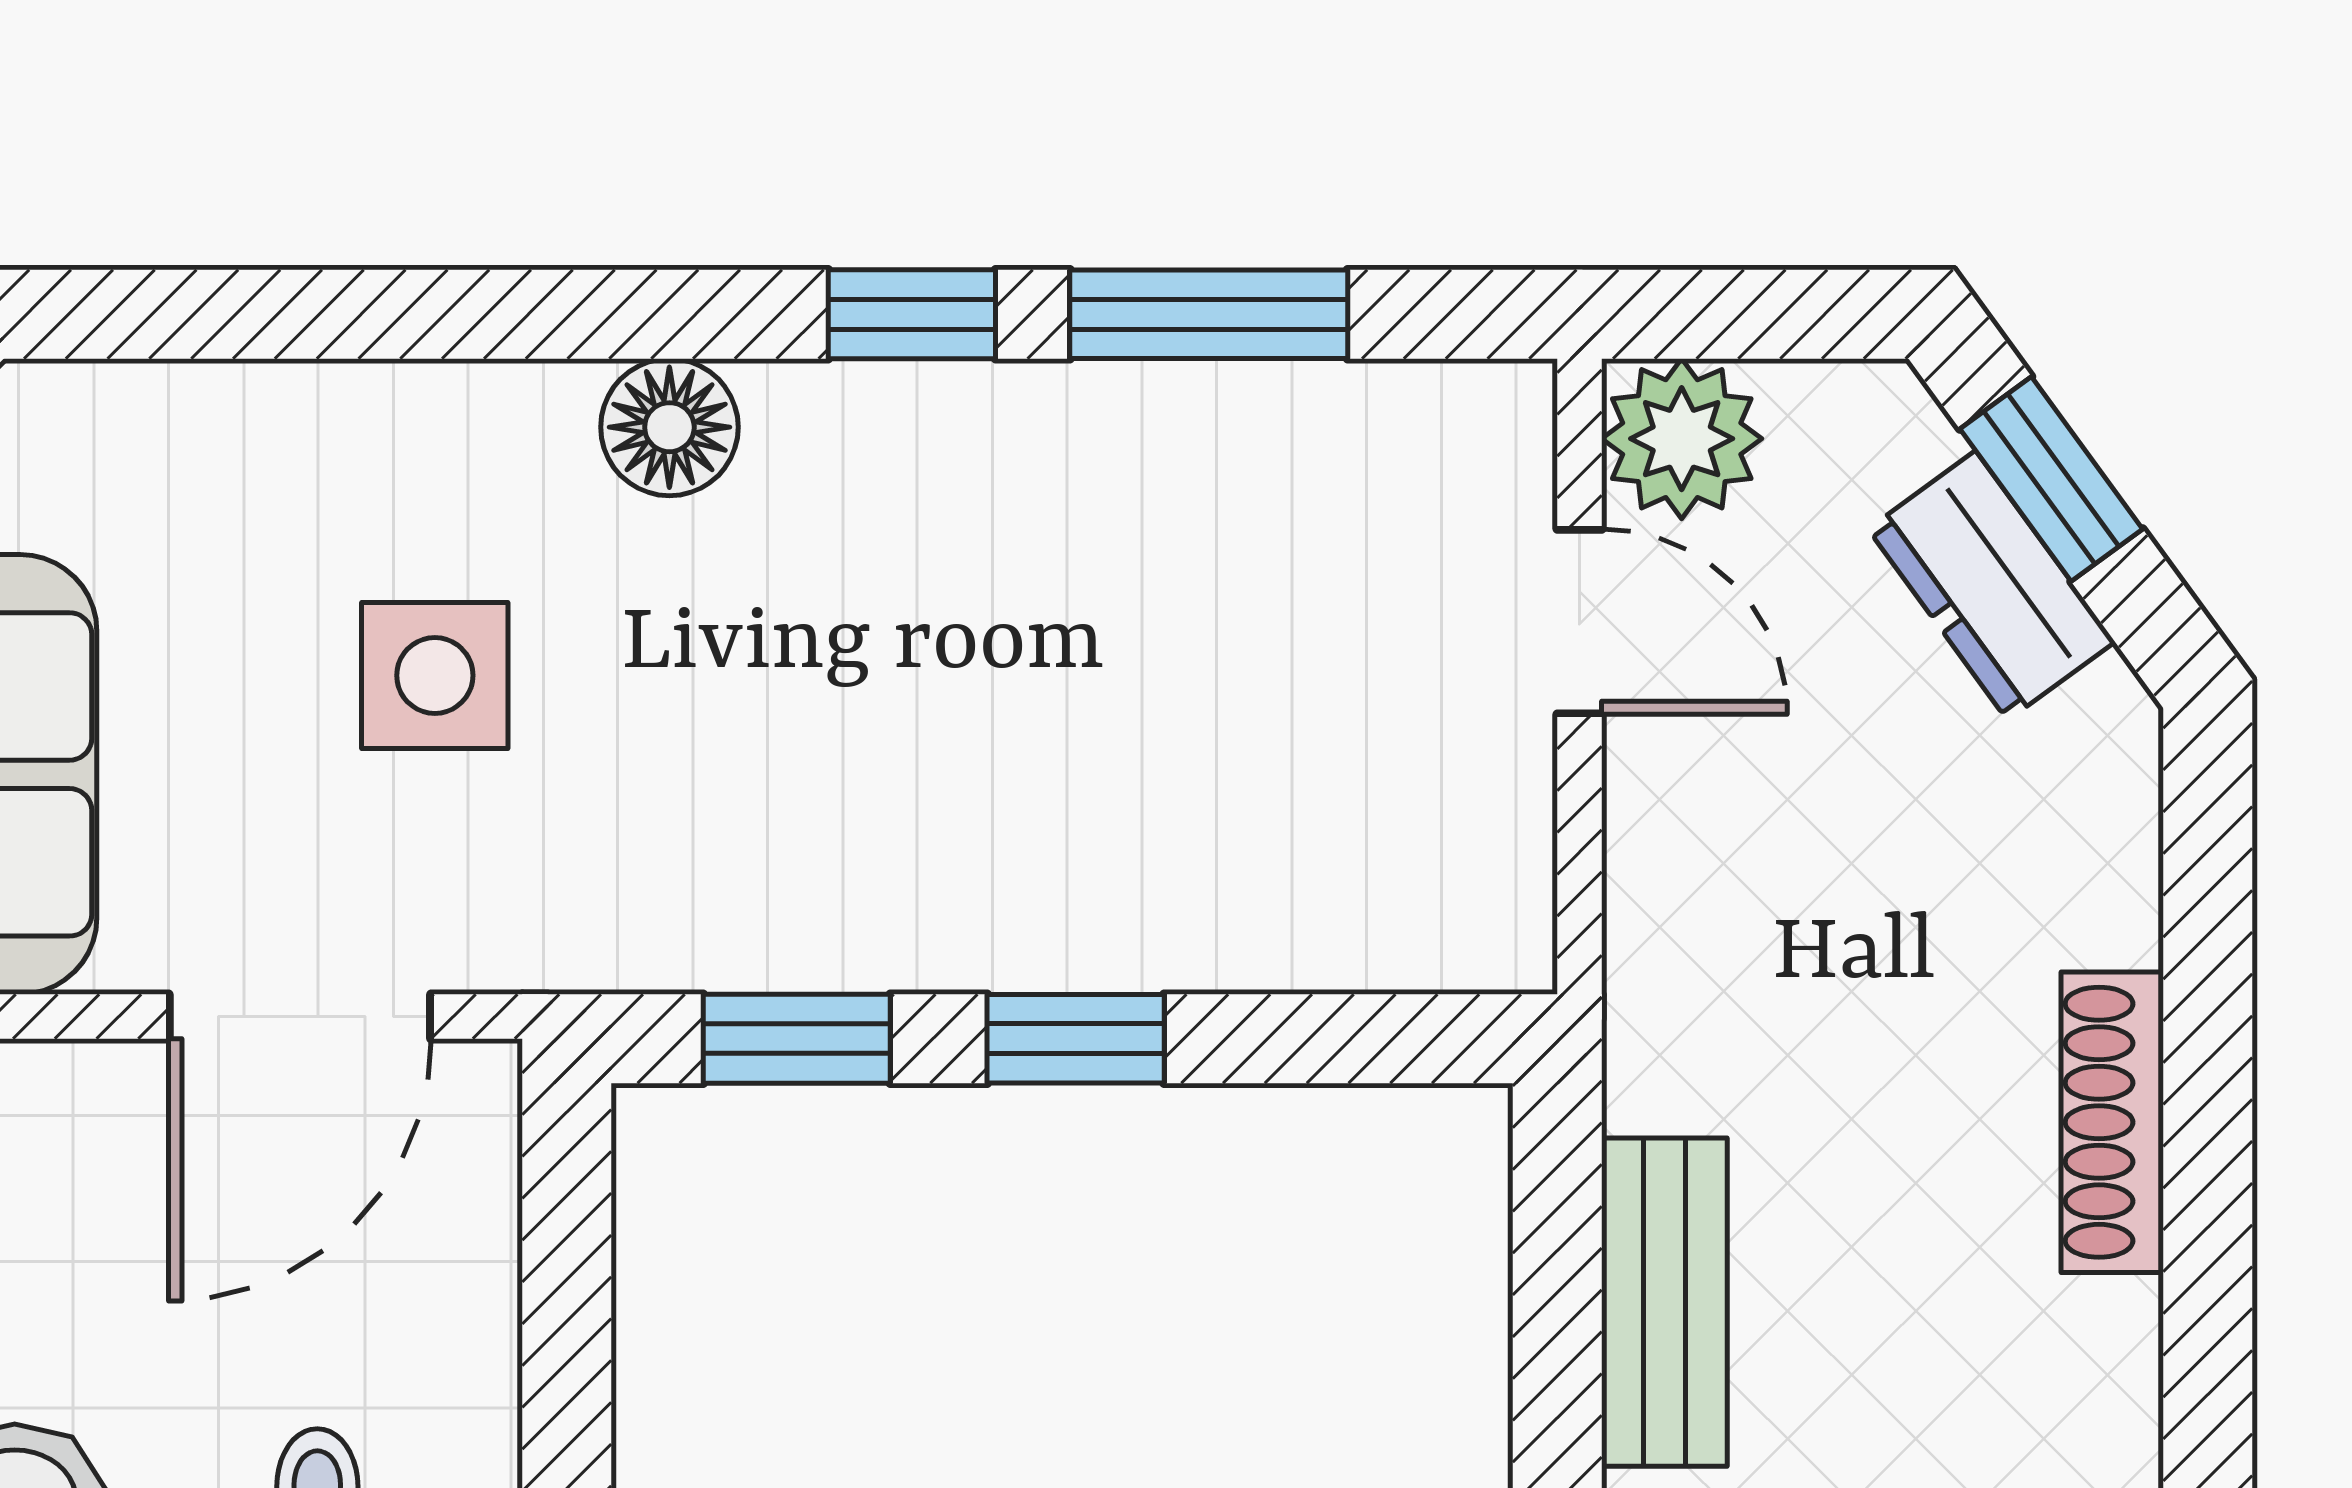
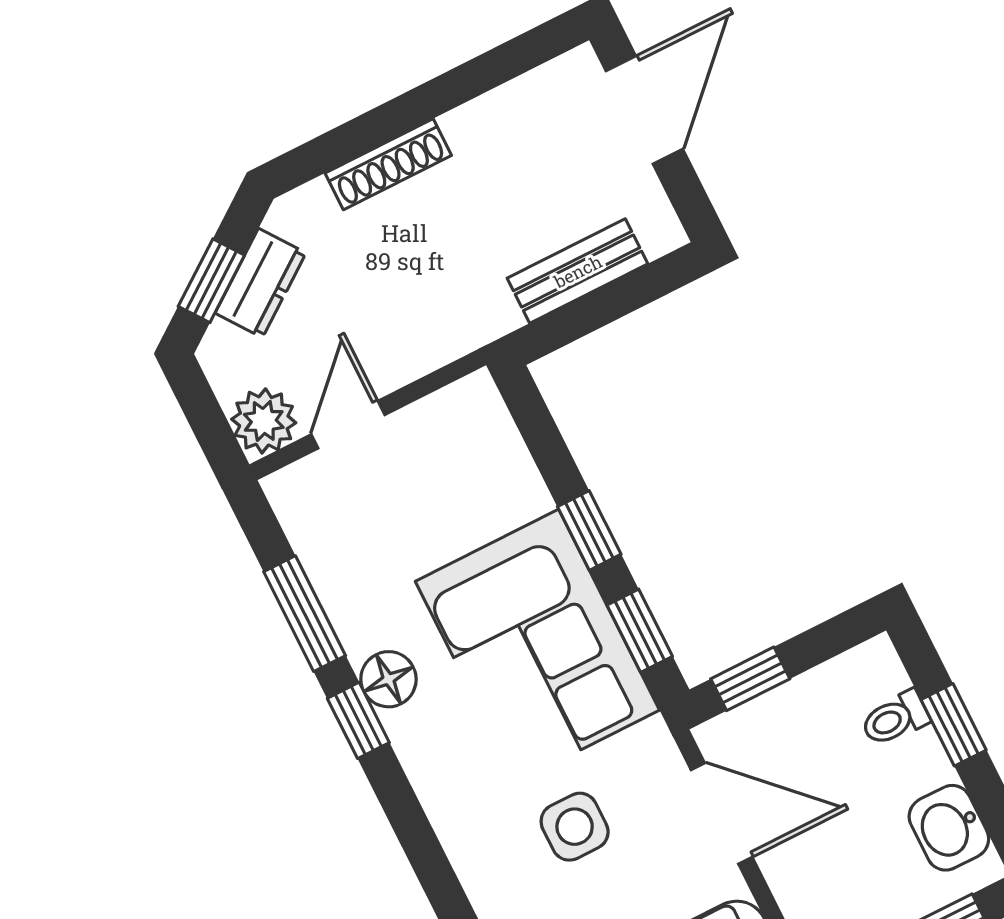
floor lamp: (669, 427) -> (388, 679), moved
corner sofa: (878, 795) -> (537, 646), added
shoe rack: (2112, 1122) -> (388, 164), moved
window: (567, 1230) -> (750, 679), added

